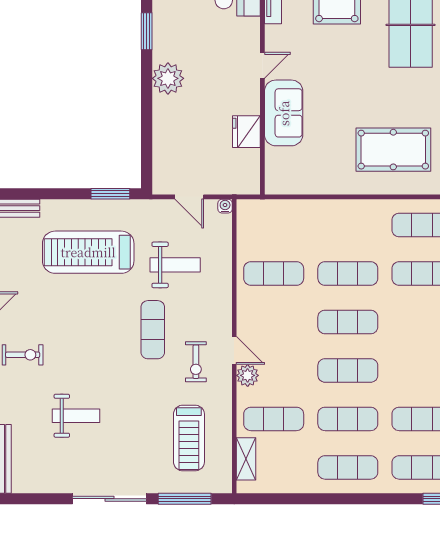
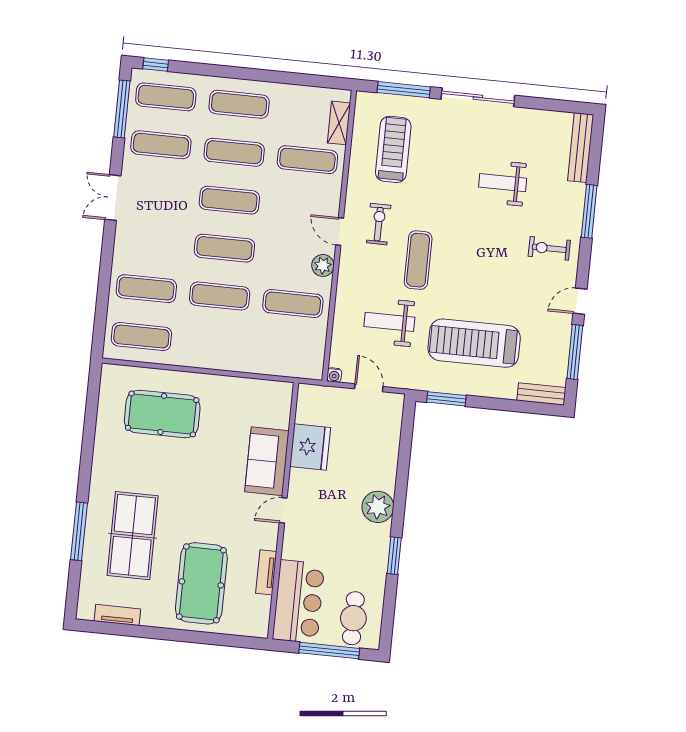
fridge: (246, 132) -> (310, 447), width x1.36, depth x1.34
treadmill: (88, 252) -> (474, 343), turned 180
plant: (248, 375) -> (323, 265), moved

